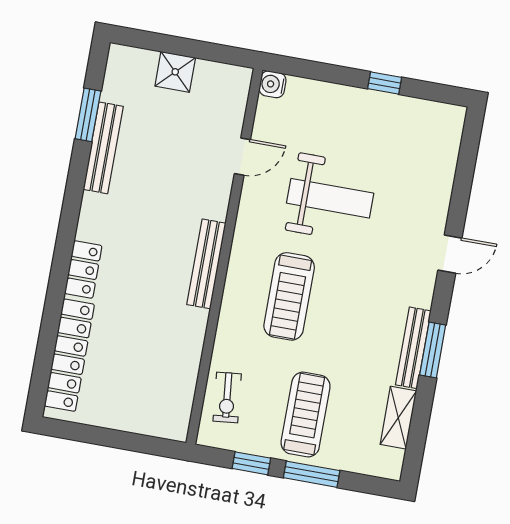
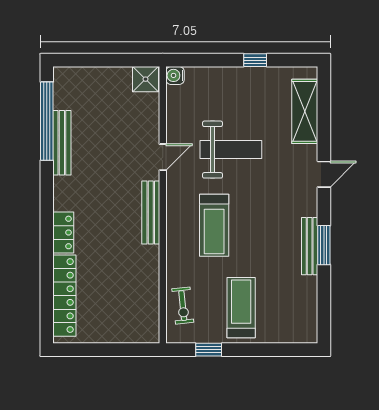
shower: (175, 72) -> (145, 79), moved
window: (88, 115) -> (47, 121), width x2.11
door: (242, 157) -> (163, 157), moved
shelving: (398, 418) -> (305, 111), moved, width x1.50, depth x1.33
window: (312, 474) -> (253, 350), removed

